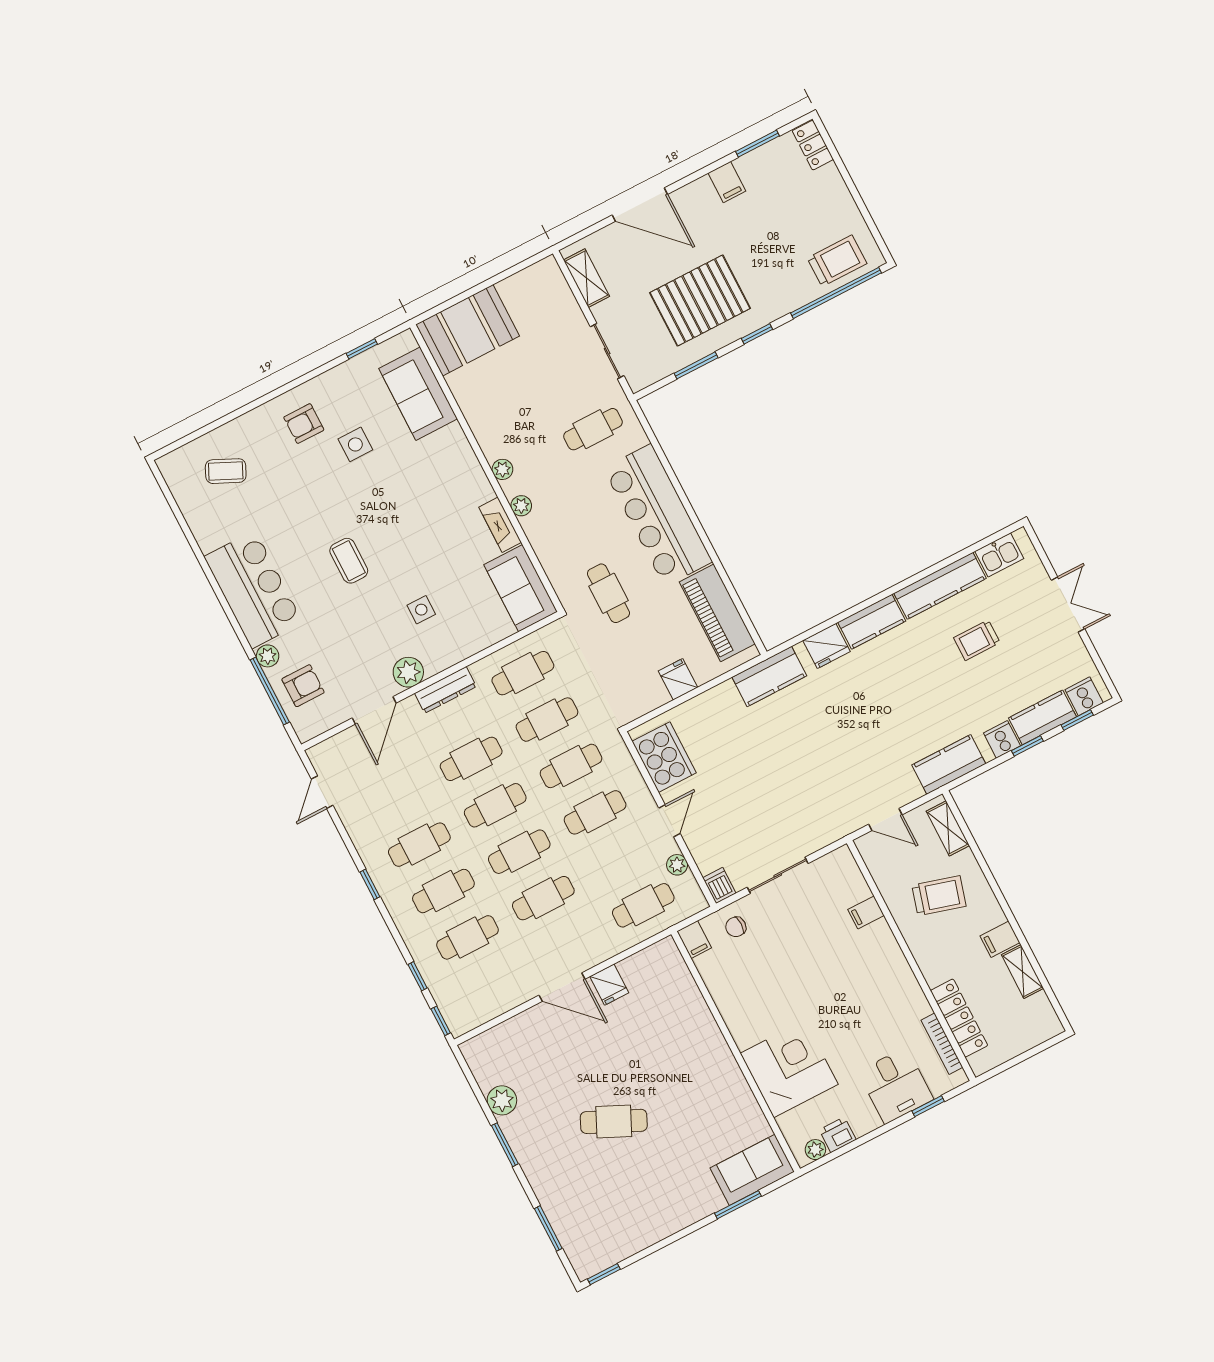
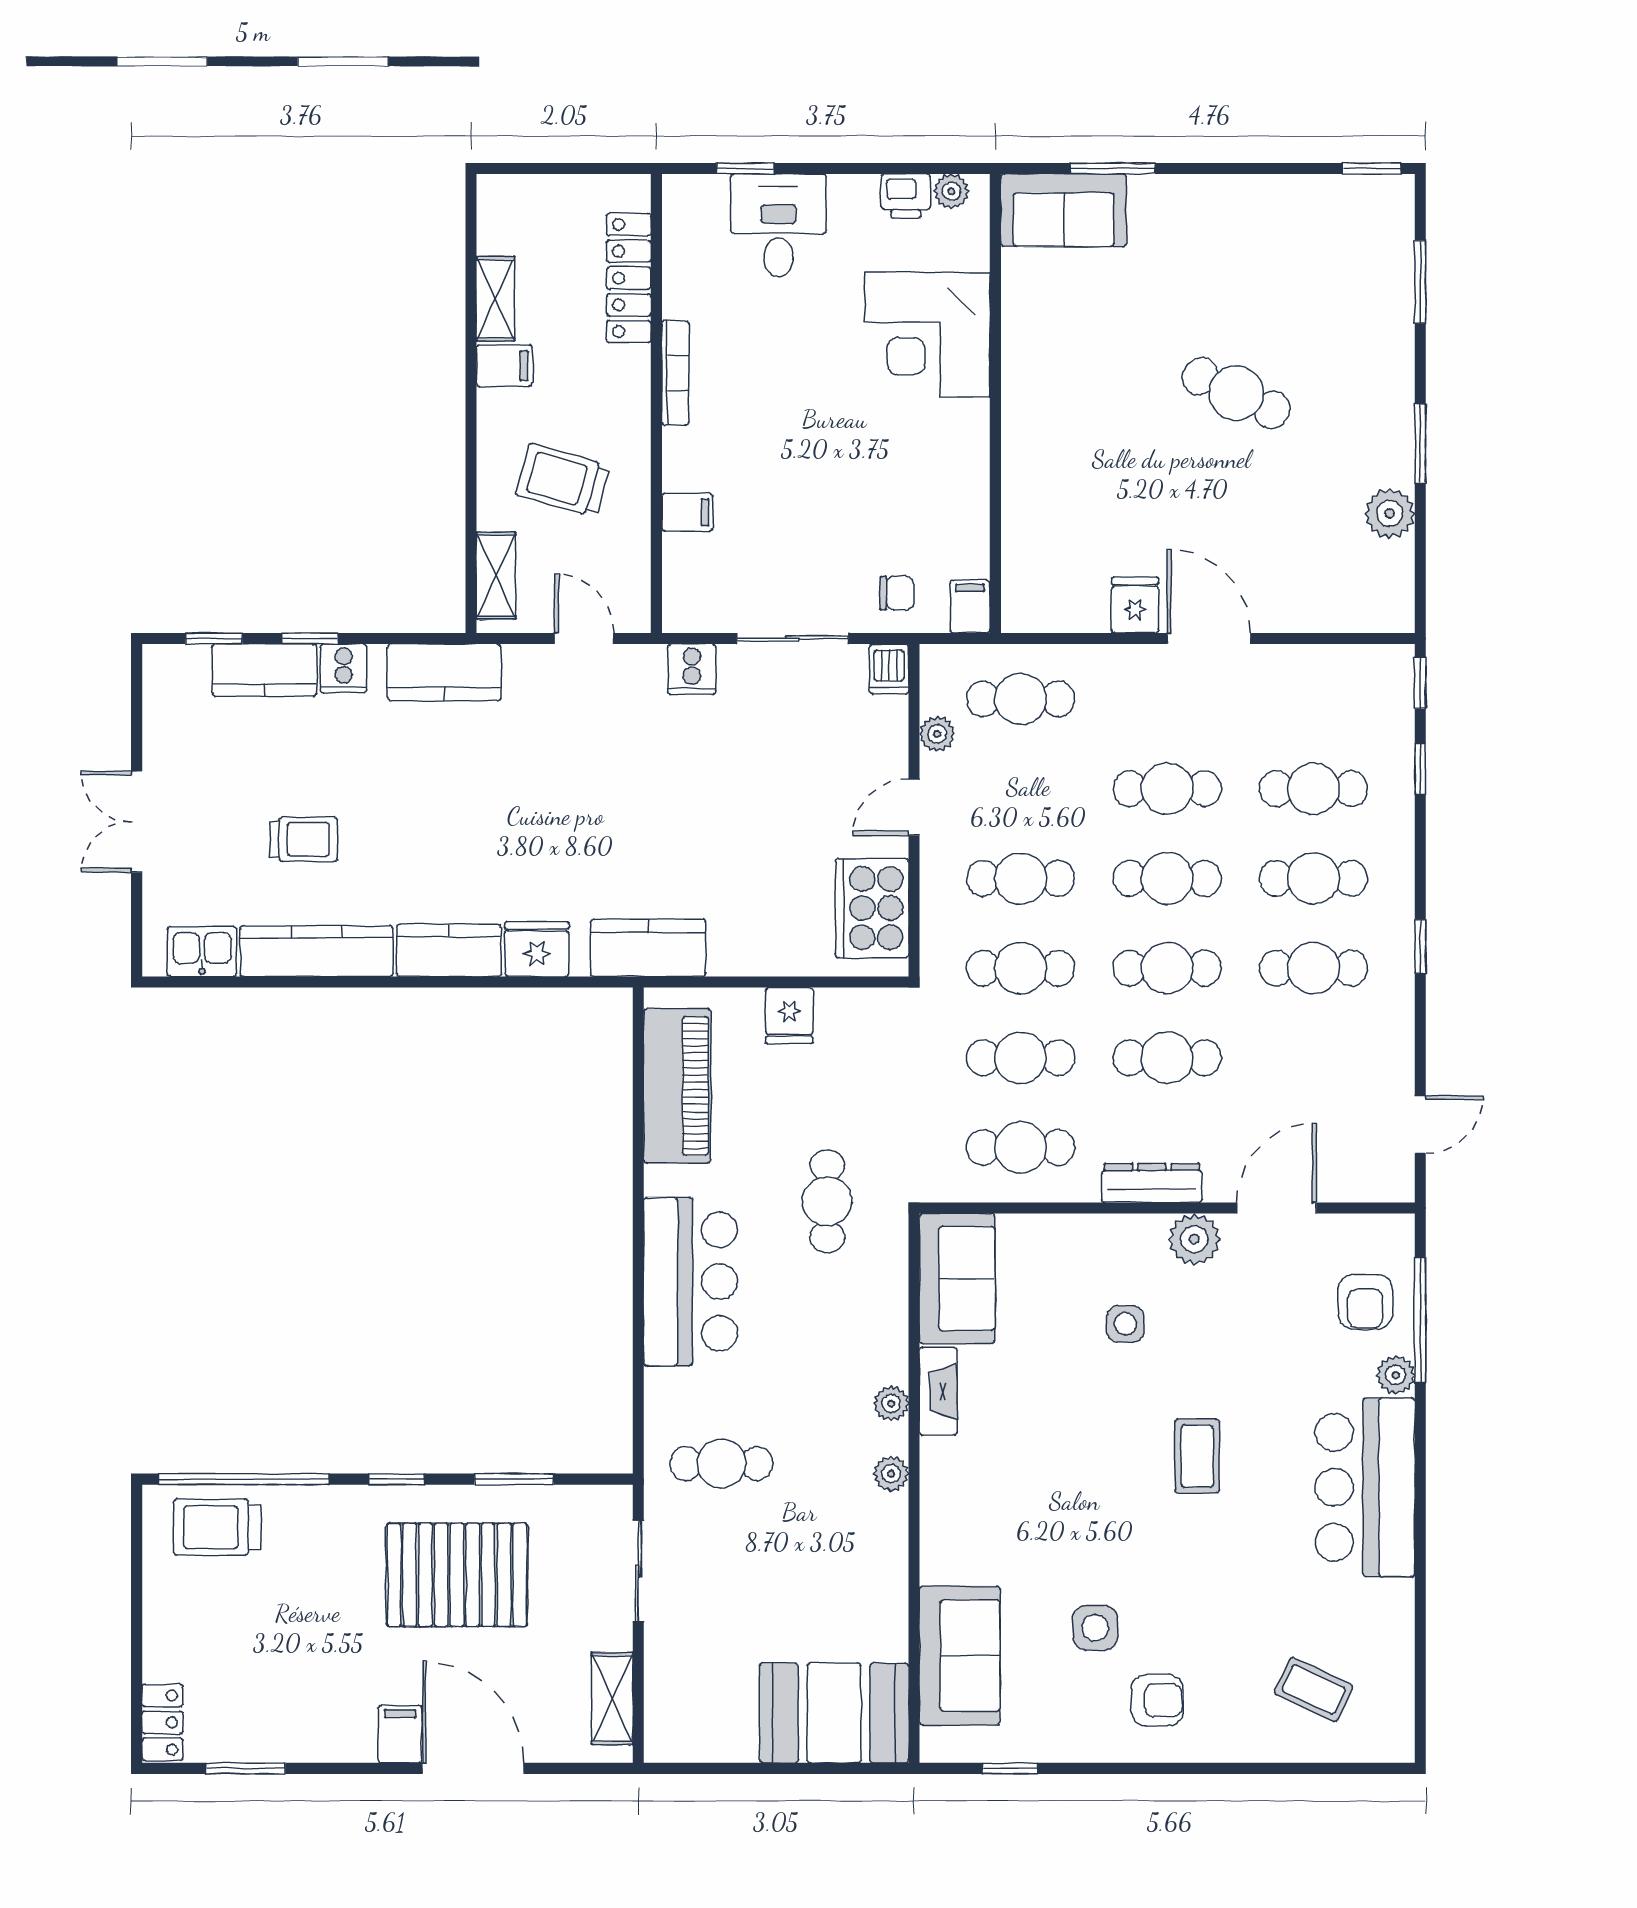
filing cabinet: (727, 182) -> (400, 1734), moved
bar counter: (658, 515) -> (691, 1282), width x0.73
armchair: (303, 686) -> (1365, 1302), turned -90
cooker: (1084, 696) -> (692, 669), moved
bookcase: (942, 1044) -> (675, 373), moved

